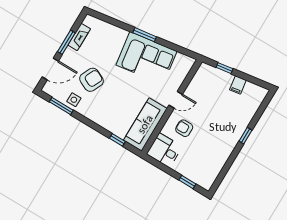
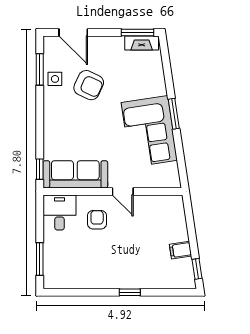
fireplace: (79, 37) -> (142, 43), moved
window: (66, 42) -> (138, 32), moved
window: (224, 68) -> (197, 269), moved
window: (117, 140) -> (40, 169), moved
window: (187, 182) -> (40, 259), width x1.50

